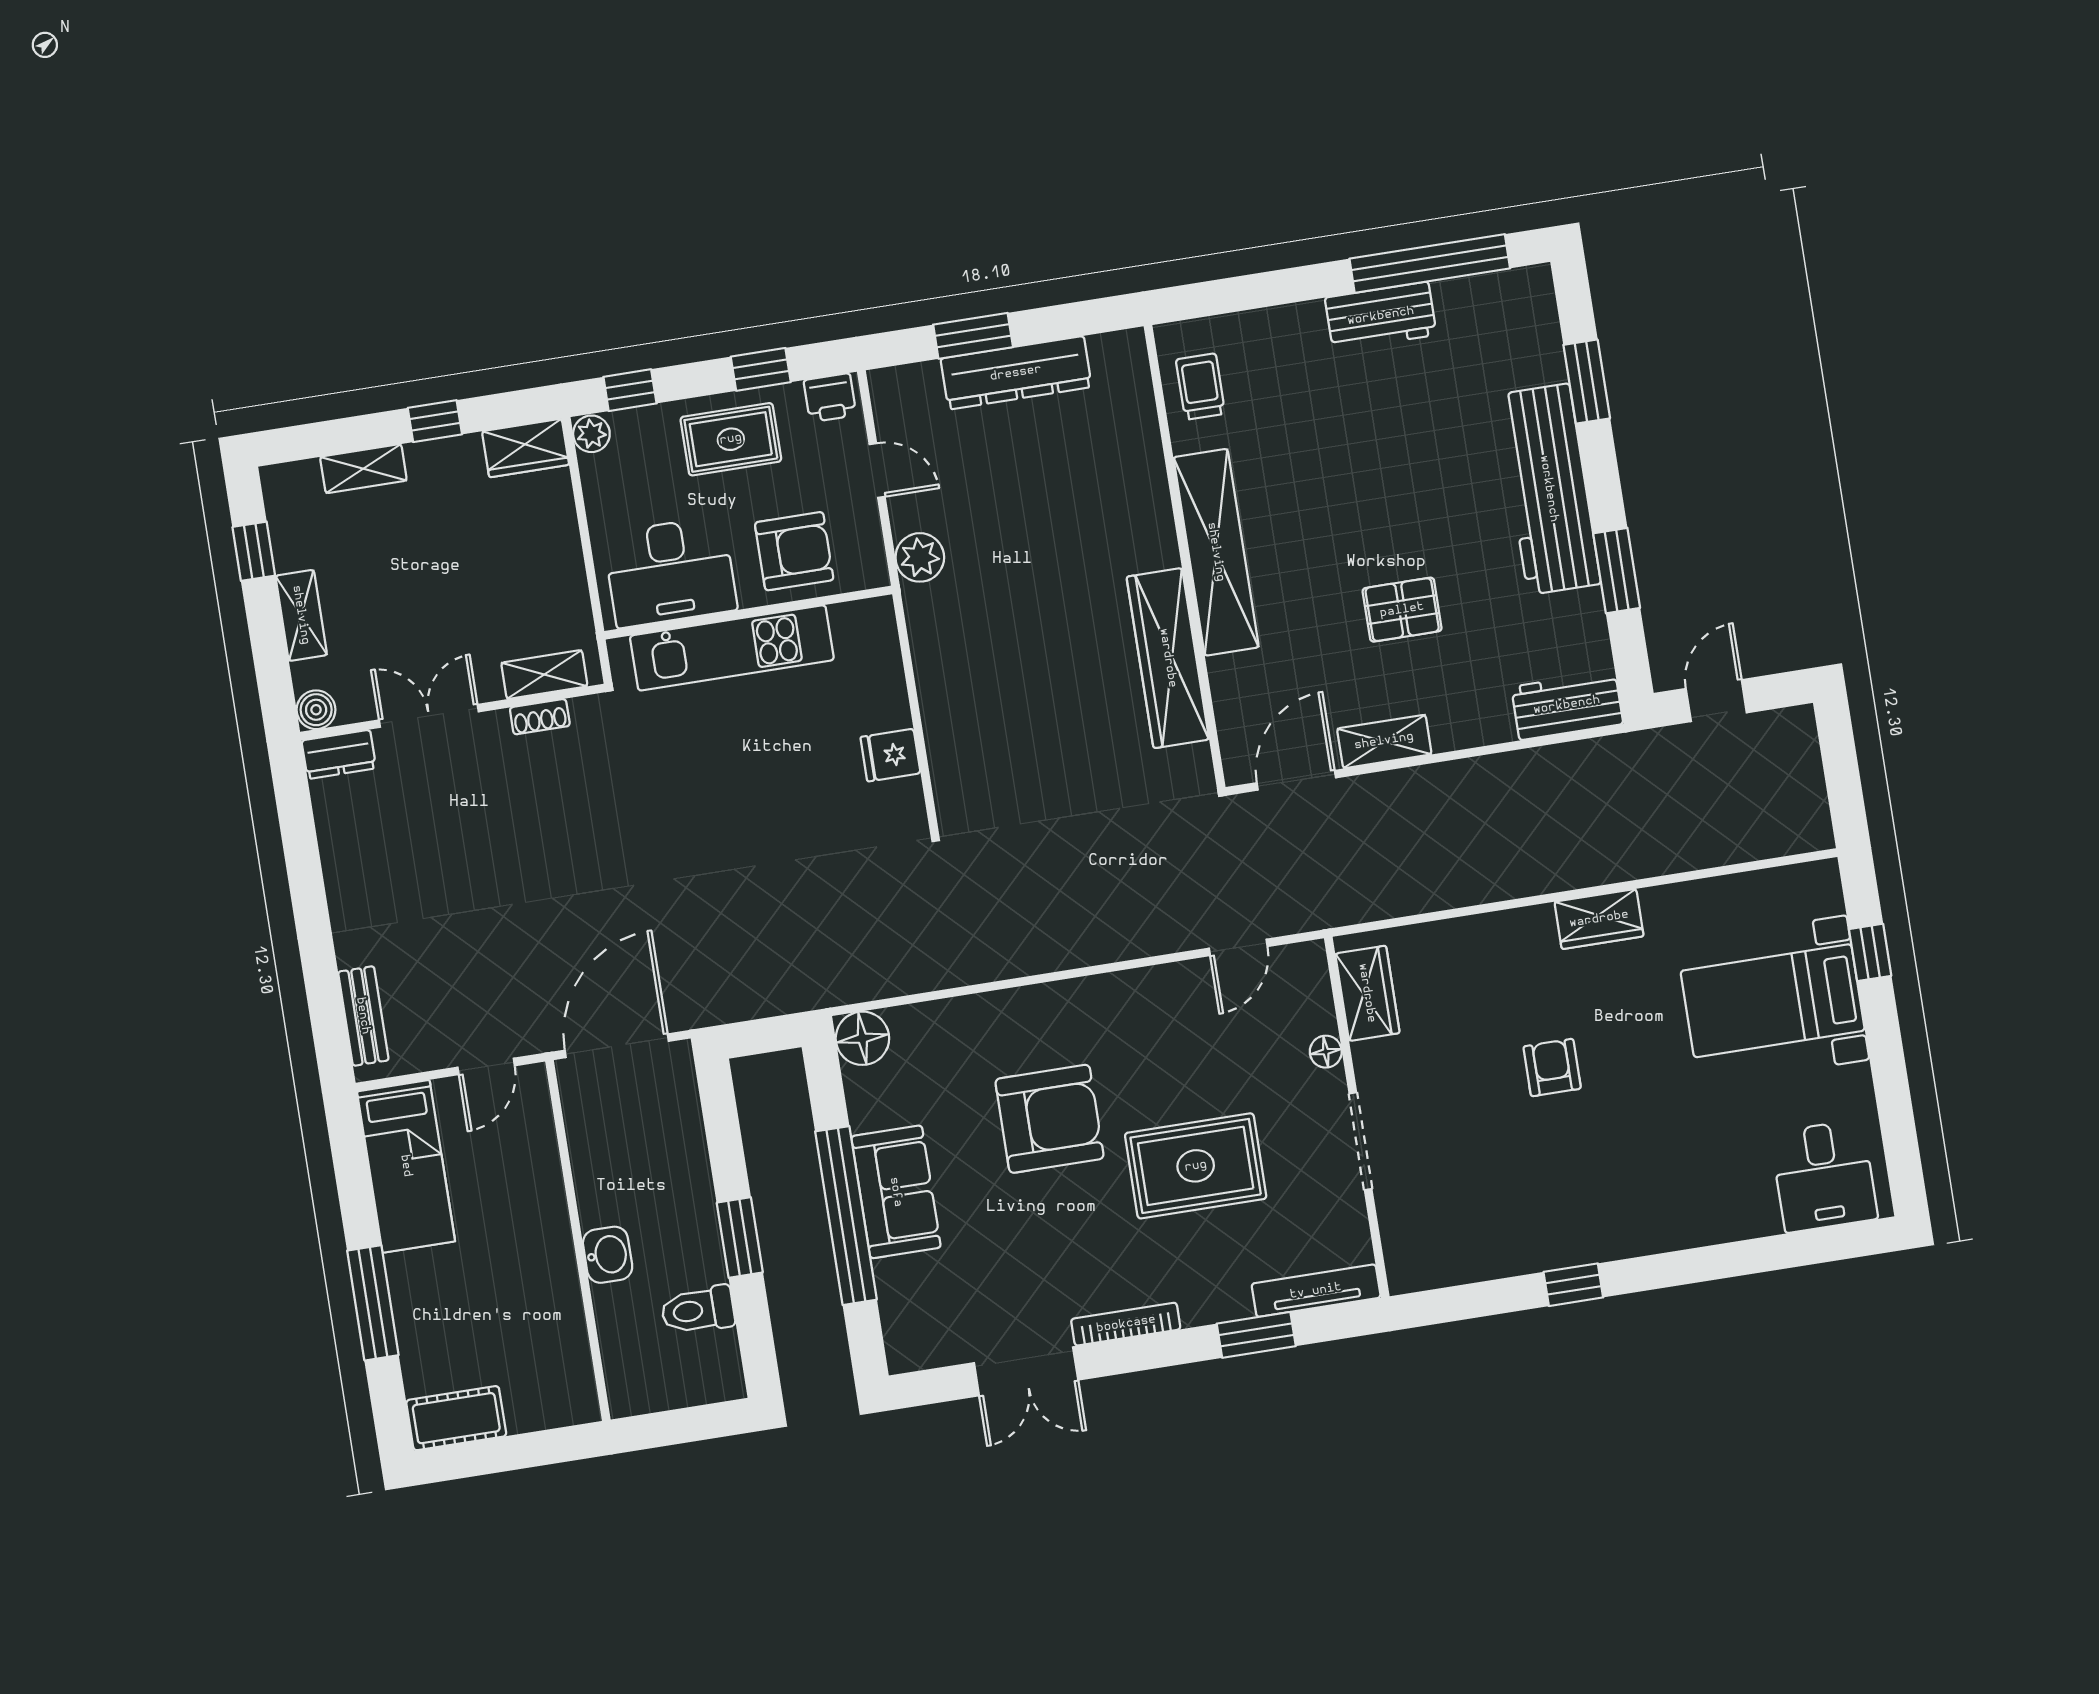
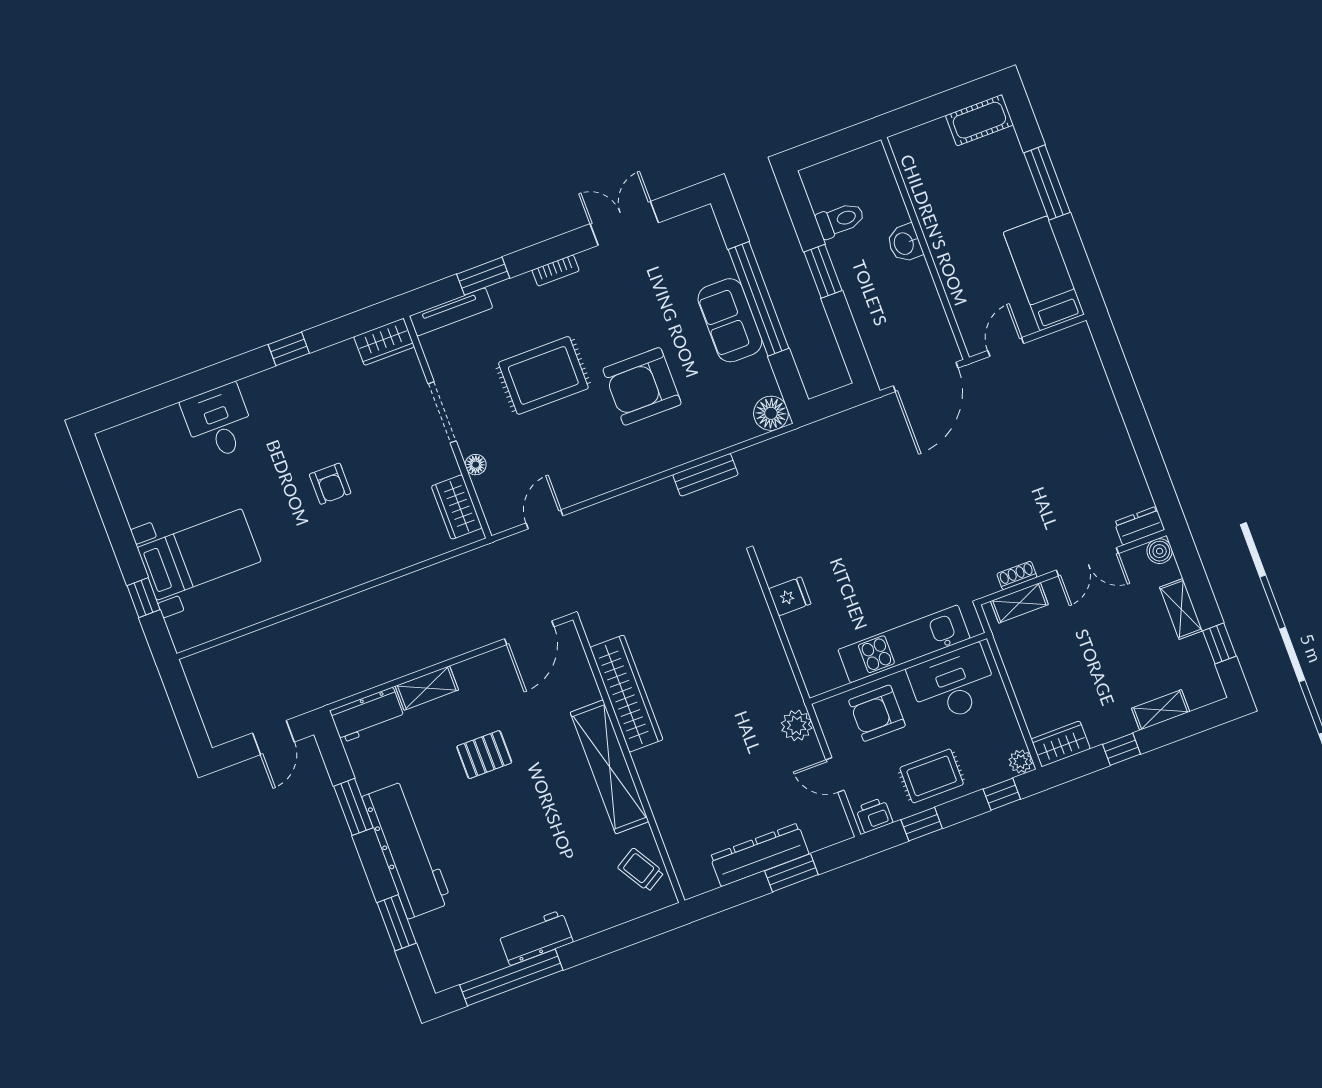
trolley: (1200, 387) -> (641, 870), turned 149
shelving: (1384, 741) -> (427, 688), moved
wardrobe: (1599, 919) -> (384, 342), moved, turned 180
bench: (363, 1016) -> (705, 475), moved, turned 90
desk: (1824, 1176) -> (219, 422), moved
bookcase: (1126, 1324) -> (556, 270), width x0.64

